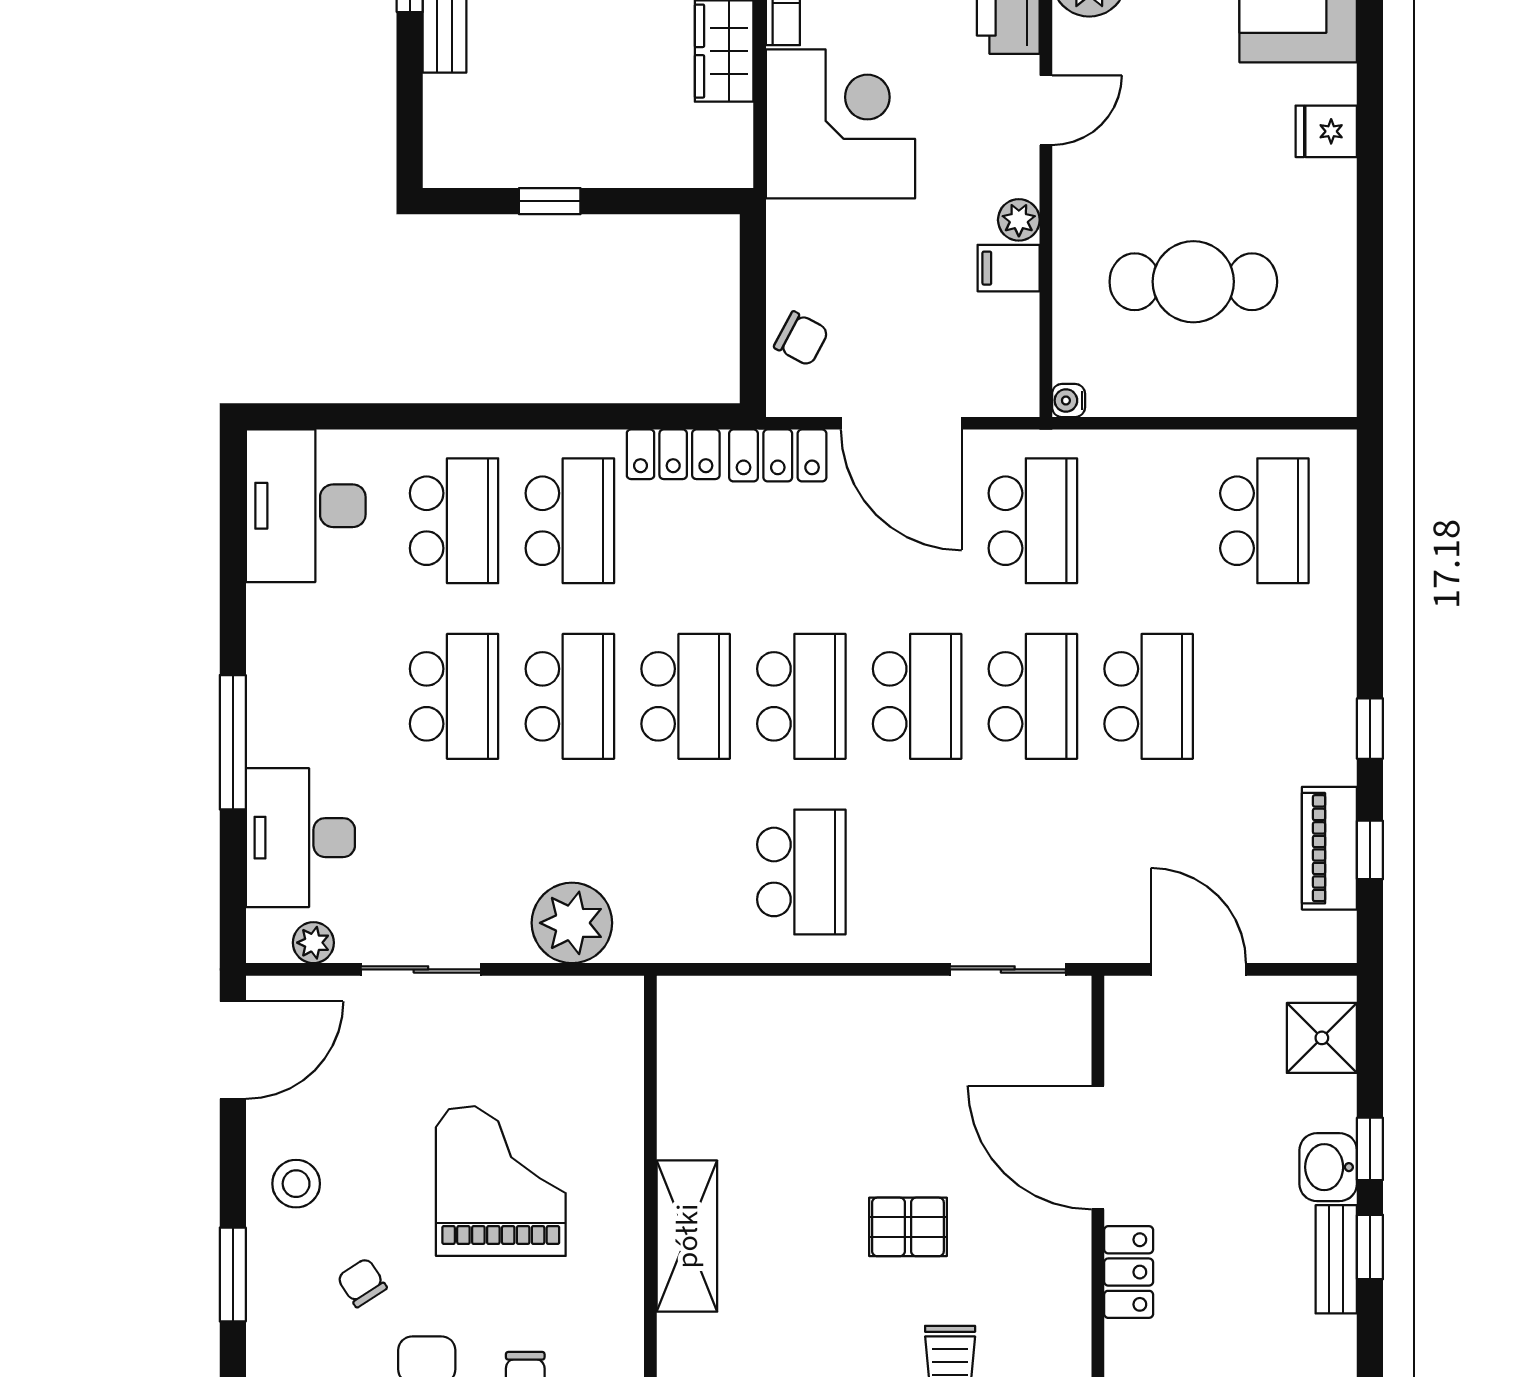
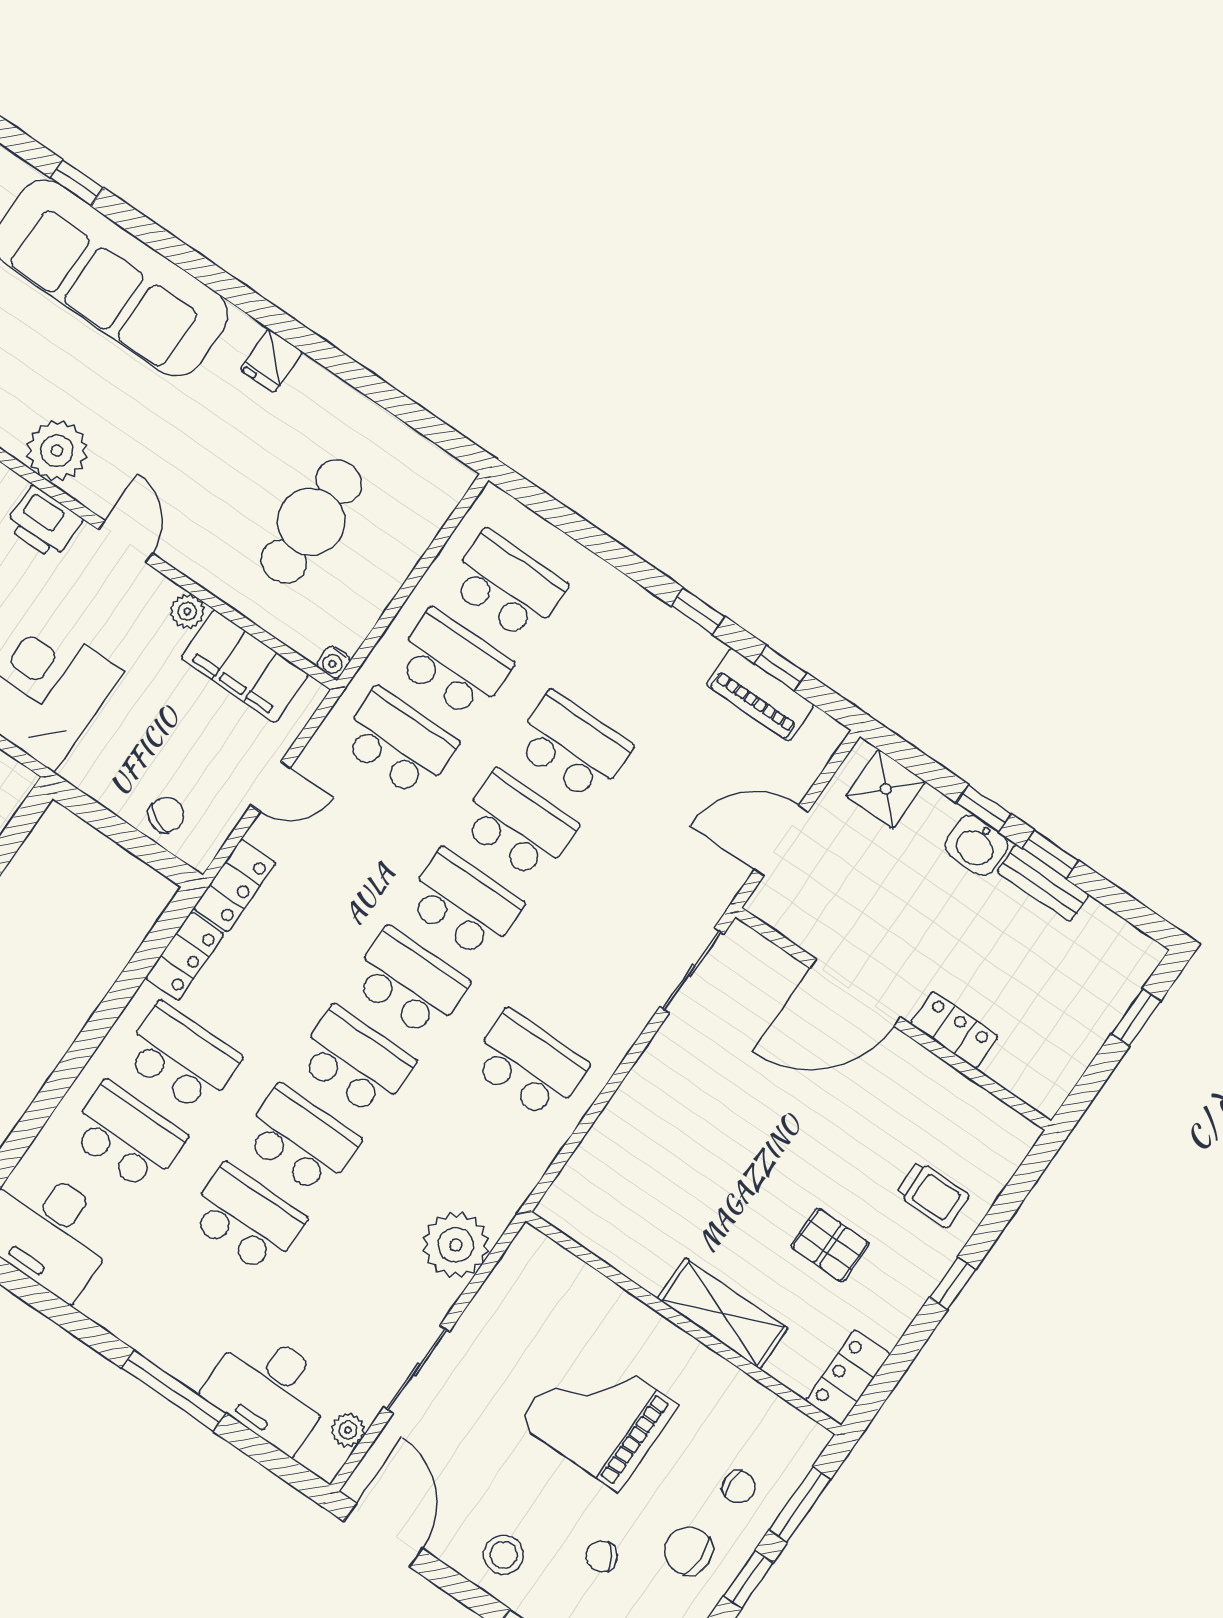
filing cabinet: (1009, 268) -> (245, 666), width x3.00, depth x1.17
door: (901, 423) -> (270, 787), width x0.53
school desk: (1149, 521) -> (453, 664), added
pallet: (908, 1227) -> (830, 1245), moved, turned 90

